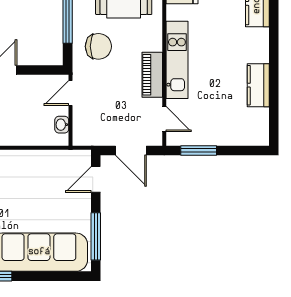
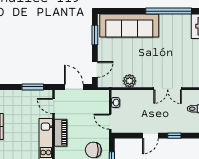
door: (70, 93) -> (110, 122), swing flipped
plant: (39, 160) -> (130, 81), added
window: (96, 236) -> (95, 35), width x0.69

